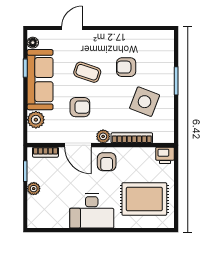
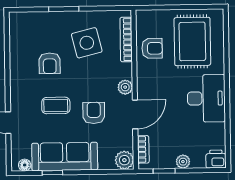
coffee table: (87, 72) -> (56, 105), turned 71
side table: (145, 102) -> (87, 43), turned -35
plant: (36, 120) -> (124, 160), moved
bookcase: (132, 138) -> (126, 40), moved
printer: (165, 155) -> (216, 159), moved, turned -90
armchair: (107, 162) -> (152, 48), moved

